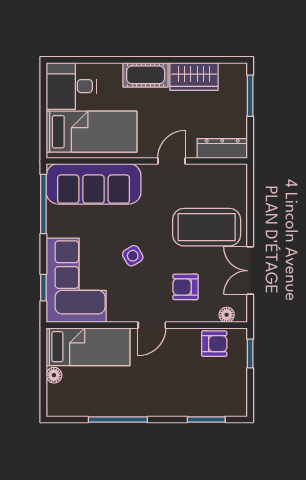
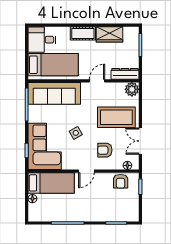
plant: (235, 176) -> (132, 89), added
armchair: (214, 344) -> (121, 181), turned 90

